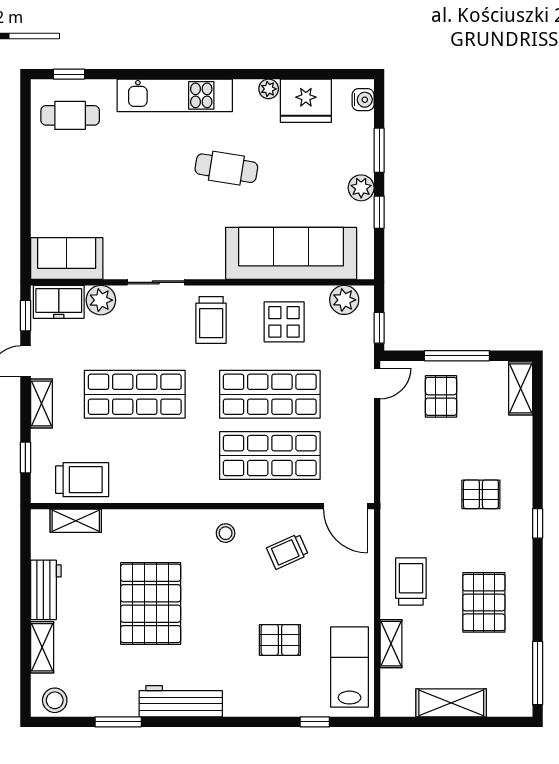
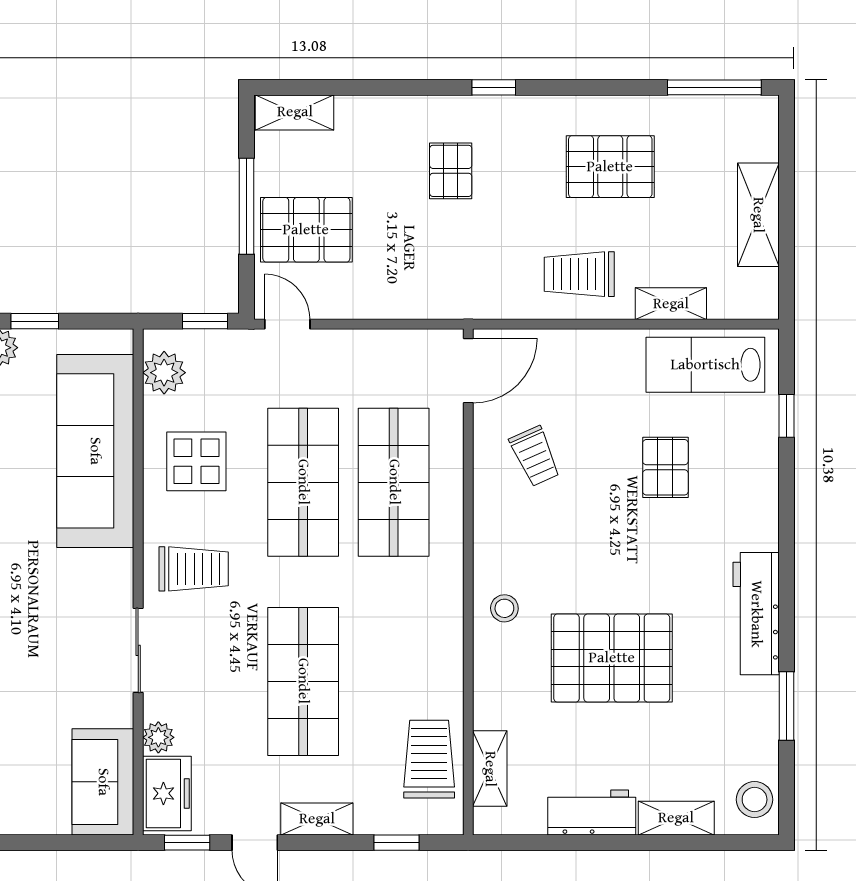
plant: (101, 300) -> (158, 737), width x0.73, depth x0.73
pallet: (441, 396) -> (306, 230), width x1.50, depth x1.42
stool: (226, 533) -> (504, 608), moved

